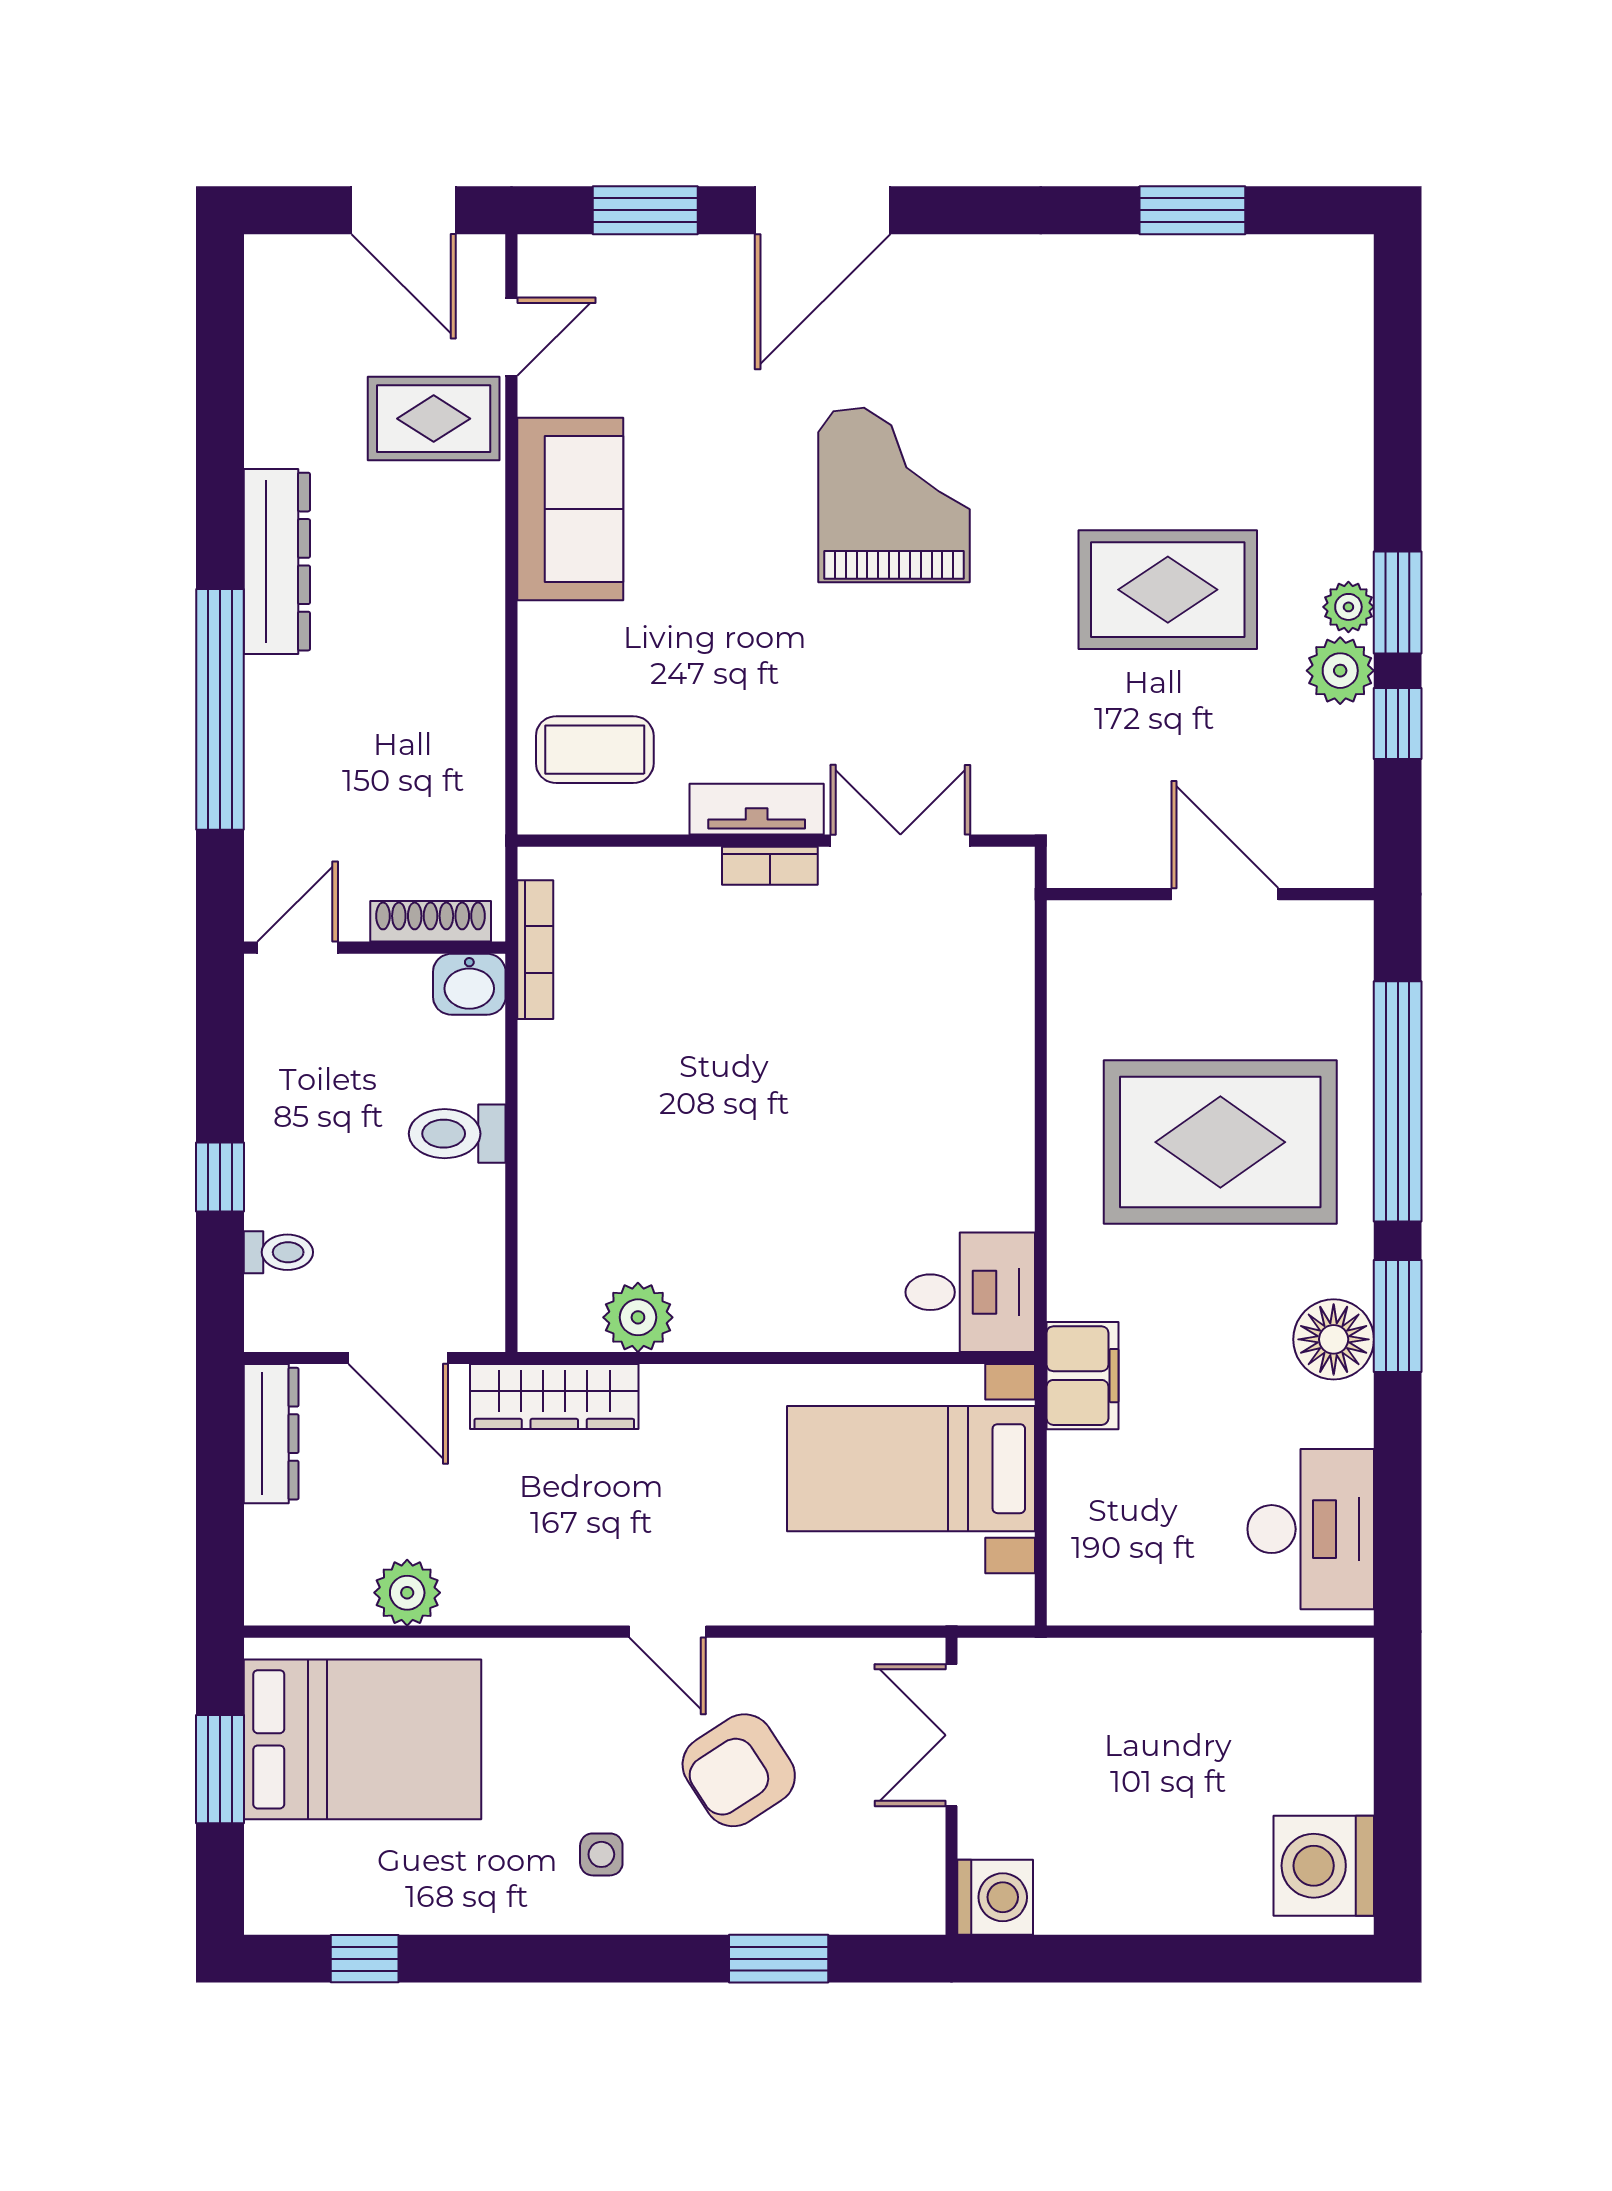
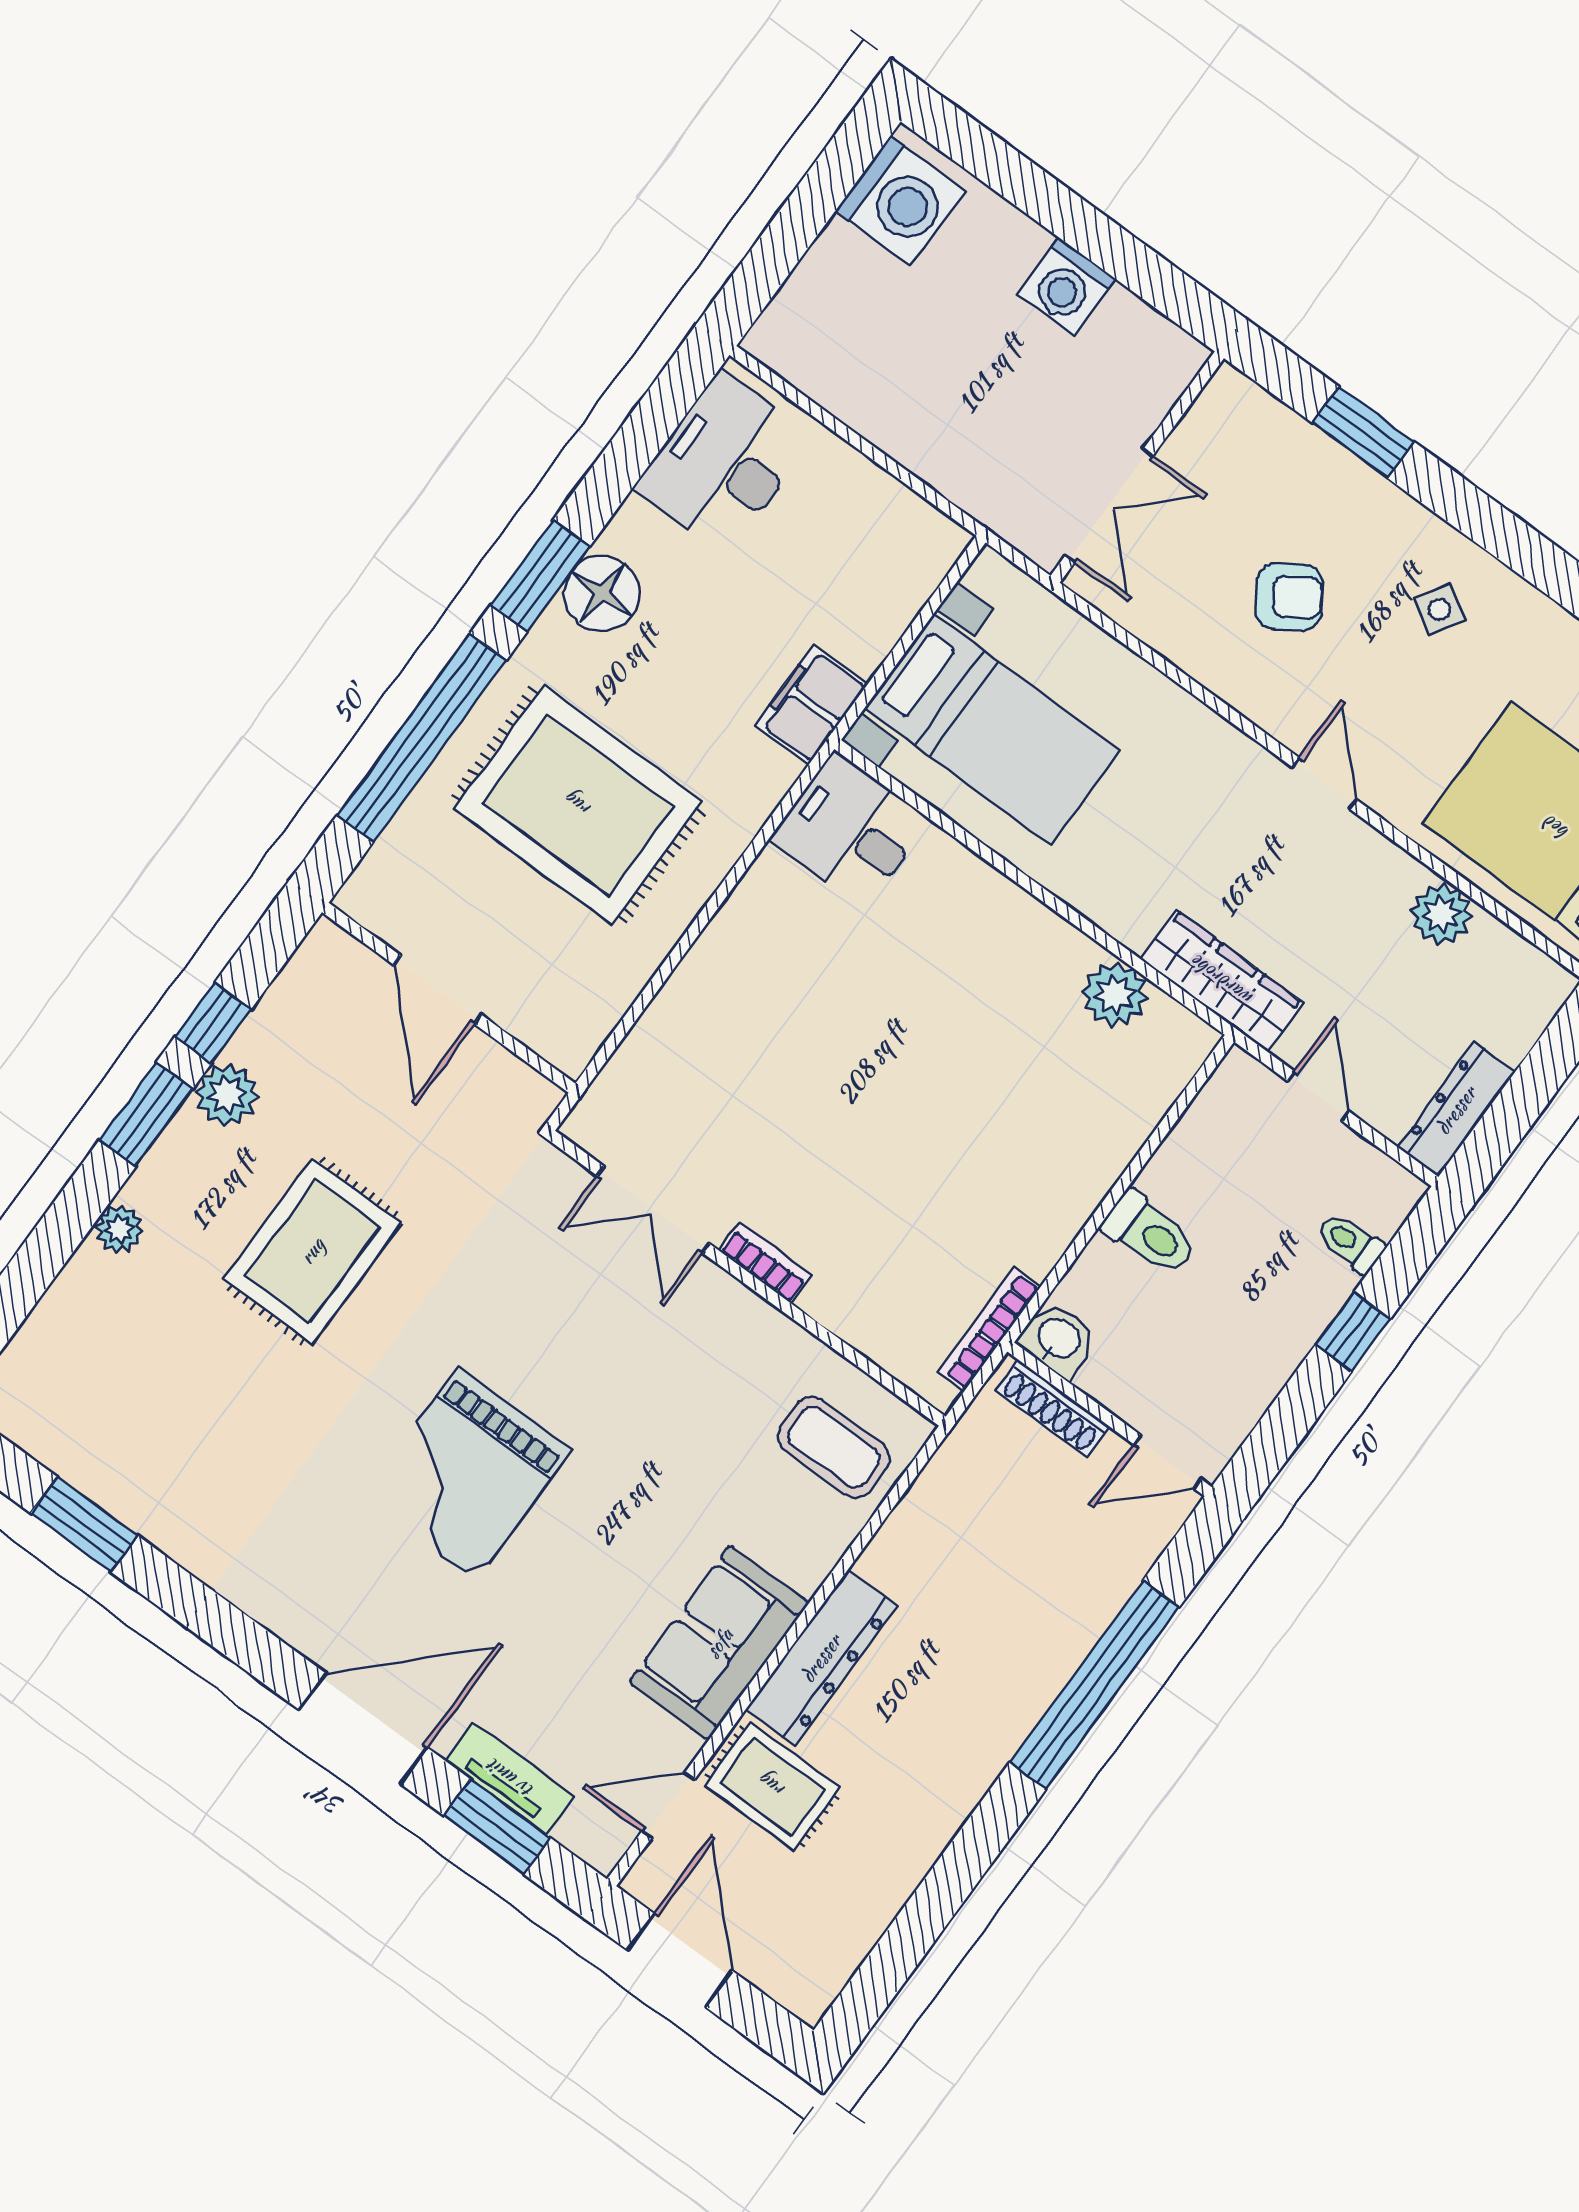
dresser: (277, 562) -> (821, 1658), moved, turned 180
rug: (1168, 590) -> (312, 1251), turned 90
plant: (1348, 607) -> (119, 1229), moved
tv unit: (757, 809) -> (510, 1779), moved, turned 180
door: (398, 1358) -> (1318, 1096), width x0.73
door: (668, 1632) -> (1324, 783), moved
armchair: (739, 1770) -> (1289, 597), width x0.72, depth x0.72
side table: (601, 1854) -> (1439, 609), turned 32
washing machine: (995, 1897) -> (1066, 286), moved, turned -90

